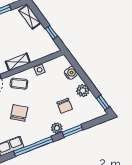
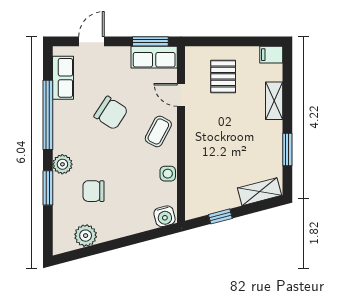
shelving: (18, 62) -> (194, 143), removed
water cooler: (71, 73) -> (165, 216), moved
plant: (83, 91) -> (86, 236), moved
window: (103, 103) -> (74, 255), removed

